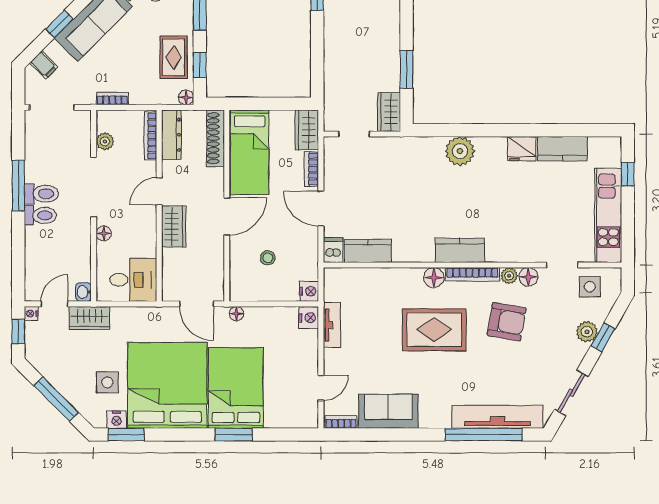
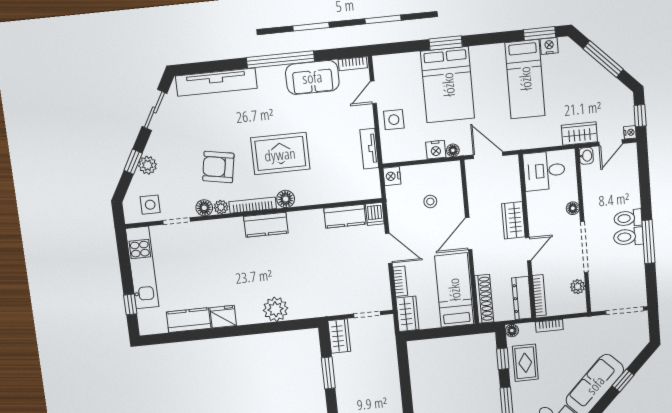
filing cabinet: (44, 65) -> (634, 345), removed
bookcase: (112, 99) -> (549, 326), moved
nightstand: (309, 318) -> (436, 150), moved, turned -90
side table: (107, 382) -> (394, 120), moved
bed: (167, 385) -> (525, 79), width x0.49
window: (484, 435) -> (280, 60), moved

